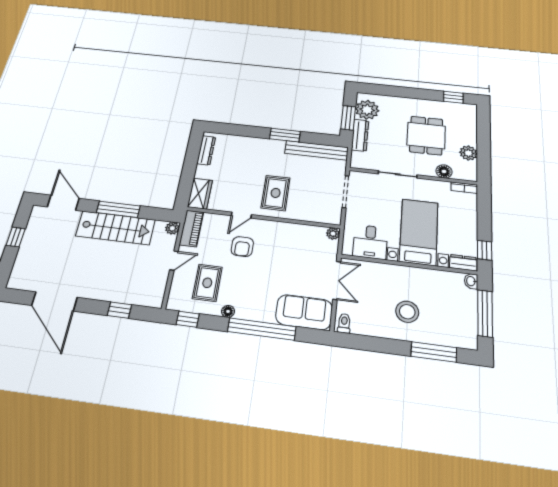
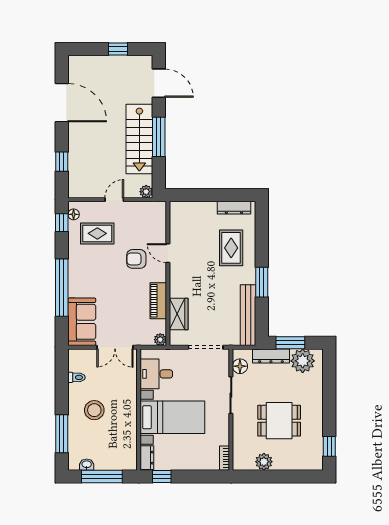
floor lamp: (444, 171) -> (240, 366), moved
rug: (276, 193) -> (231, 248), moved, turned 90
wardrobe: (200, 194) -> (179, 314), moved, turned -90
door: (63, 203) -> (159, 83), hinge flipped
piano: (191, 228) -> (158, 301), moved, turned 90
door: (174, 261) -> (114, 200), swing flipped
washbasin: (471, 281) -> (87, 465), moved
door: (54, 301) -> (62, 103), swing flipped
floor lamp: (228, 311) -> (74, 214), moved
toilet: (344, 323) -> (77, 377), moved

